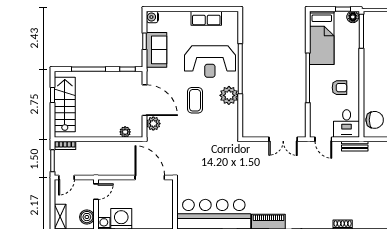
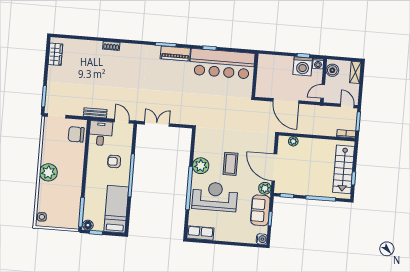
row of seats: (206, 18) -> (200, 233), moved
armchair: (339, 88) -> (114, 161), moved
plant: (153, 124) -> (265, 188), moved
door: (66, 178) -> (347, 106), hinge flipped
door: (150, 178) -> (286, 101), moved

